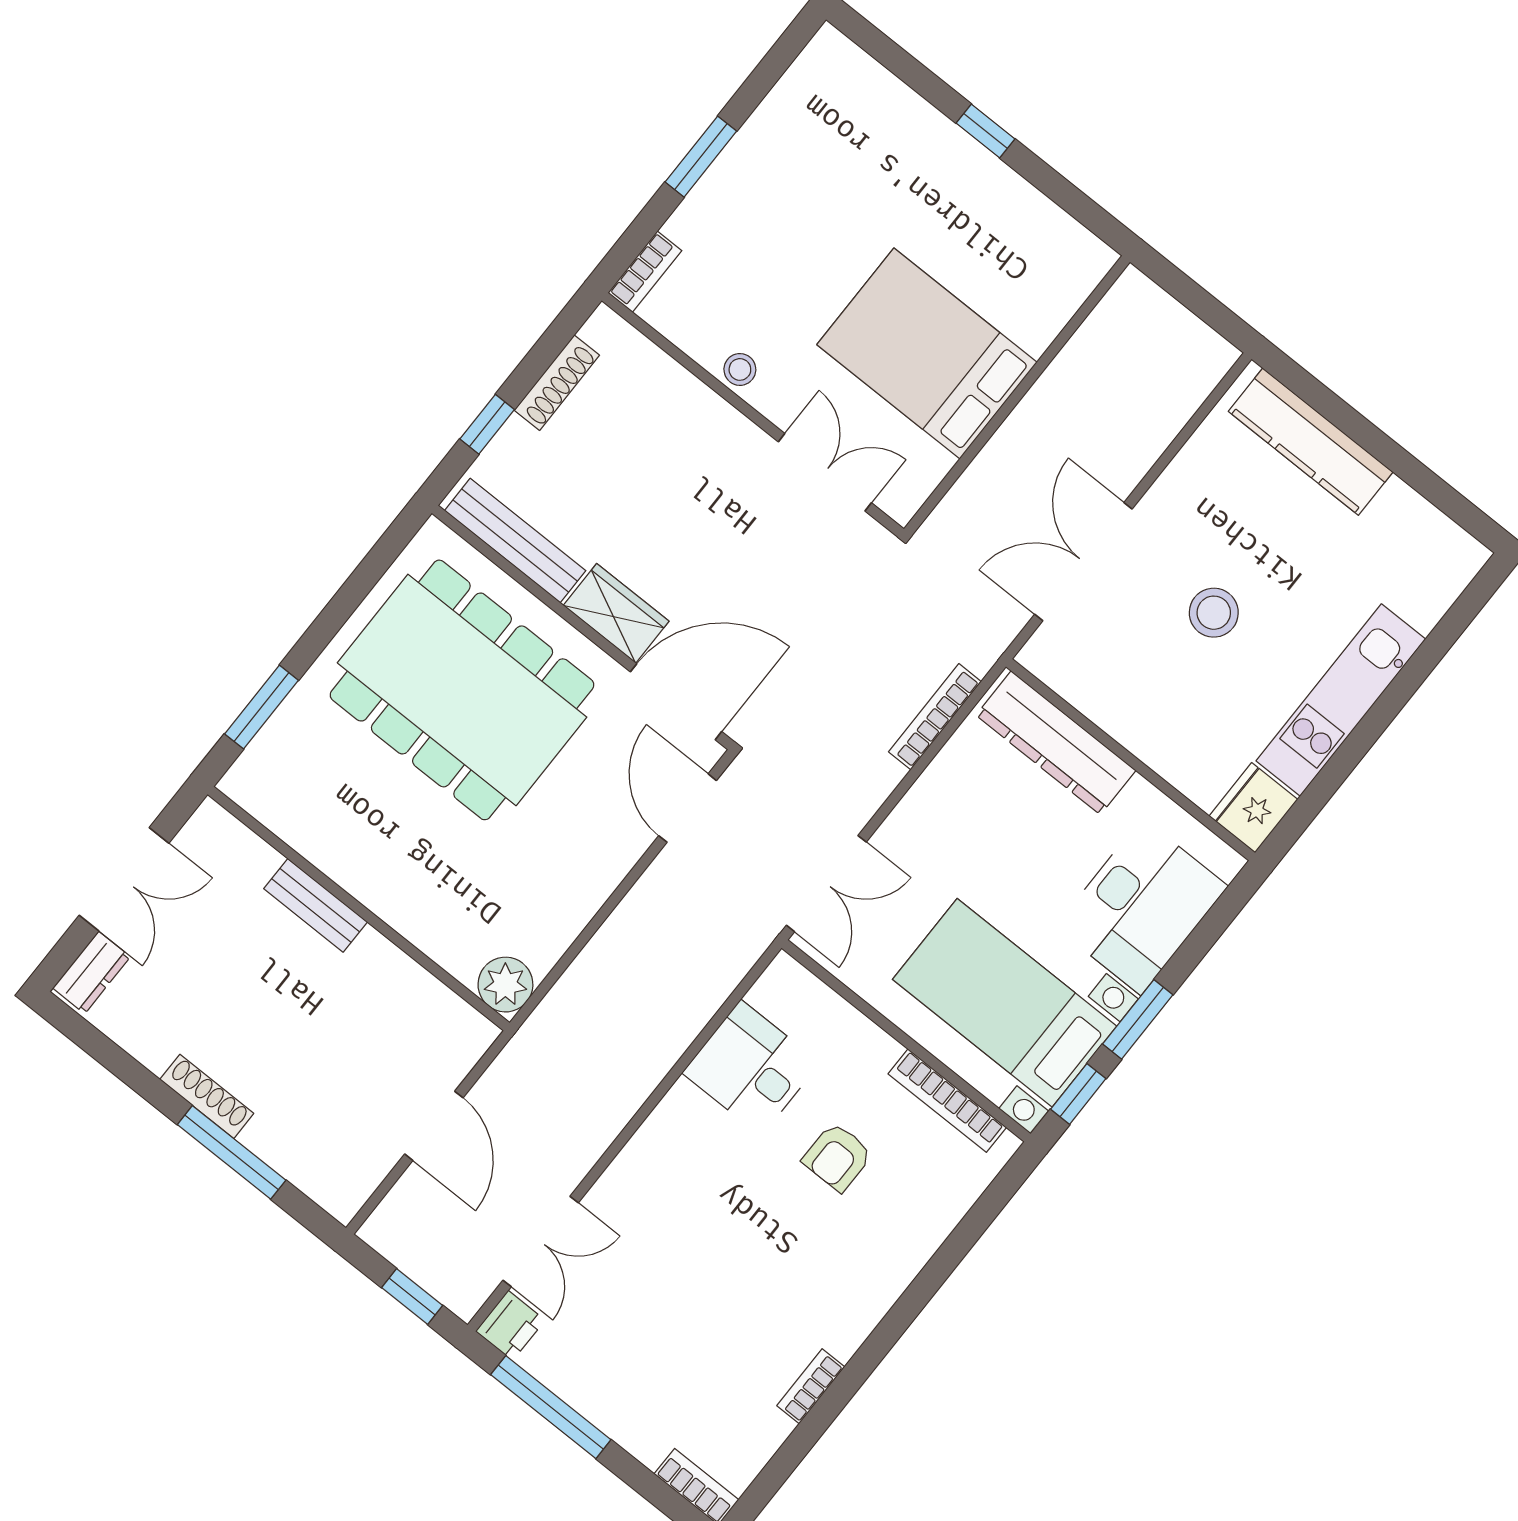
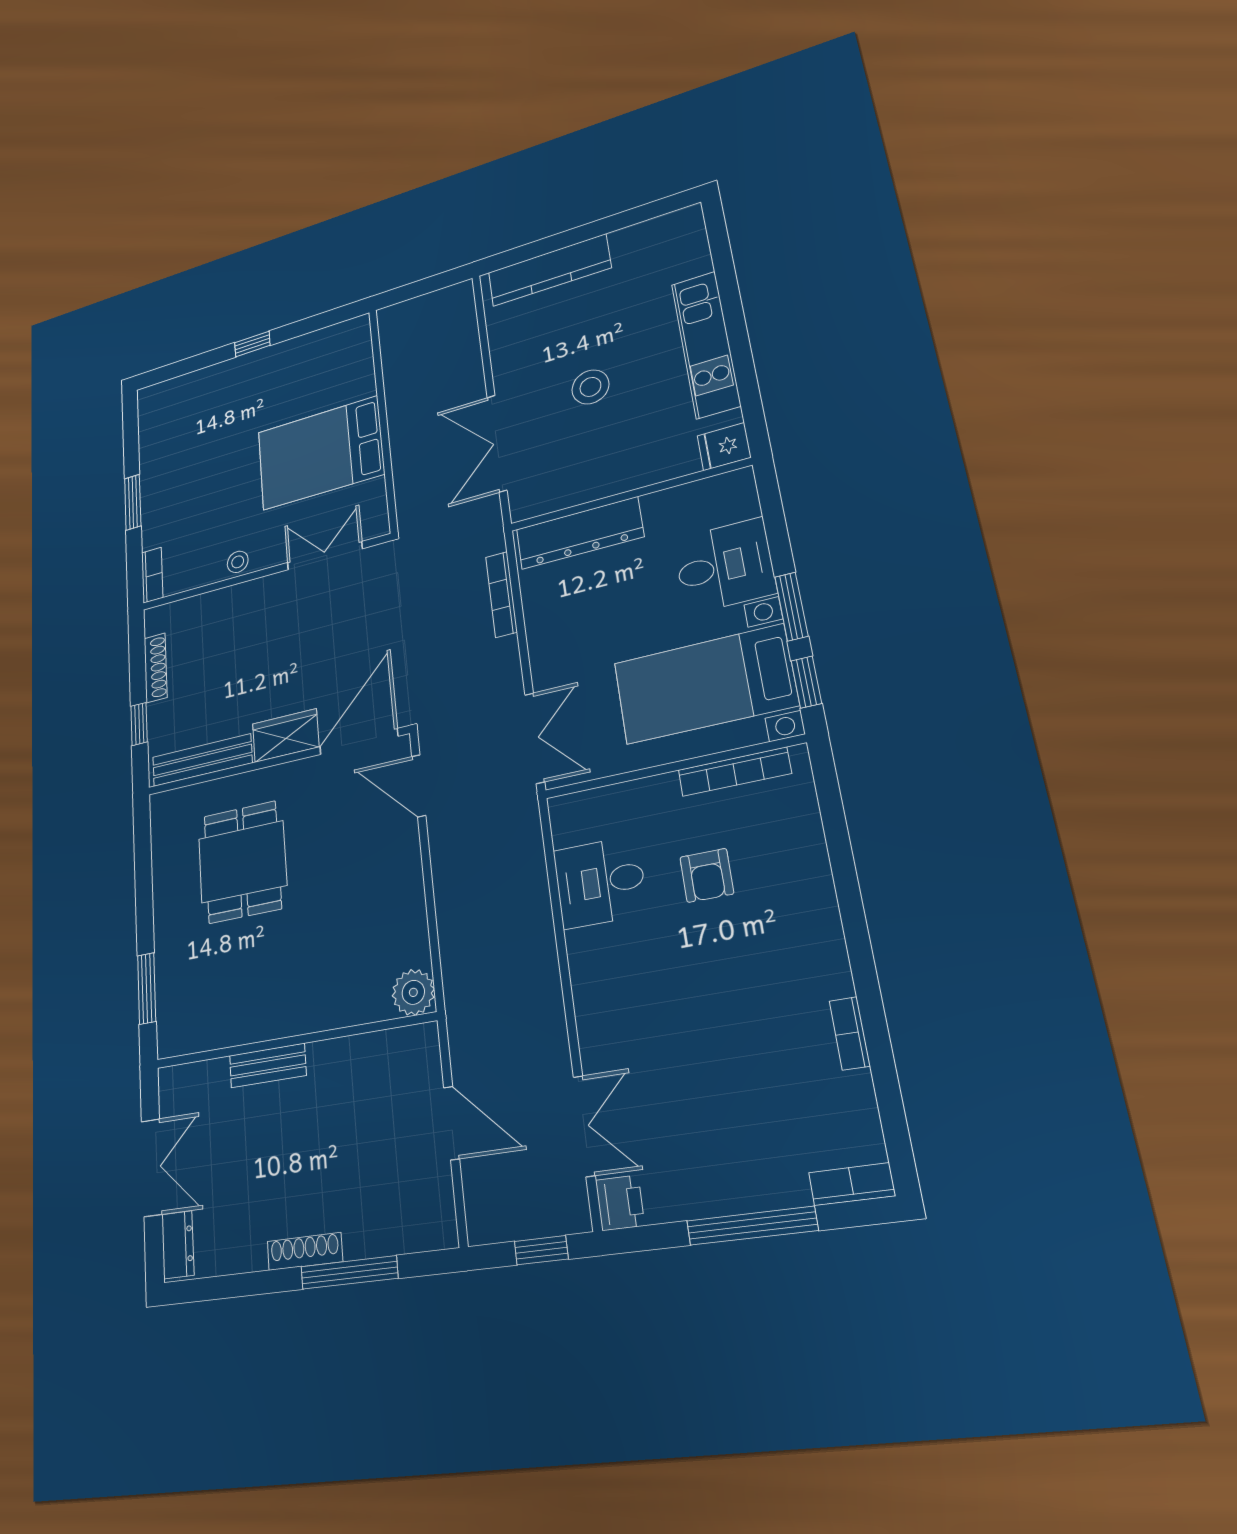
dining table: (462, 690) -> (242, 862), width x0.53, depth x0.80
fridge: (1253, 808) -> (724, 447), width x0.72
desk: (1142, 907) -> (724, 566), width x0.73
window: (551, 1407) -> (752, 1226), moved

